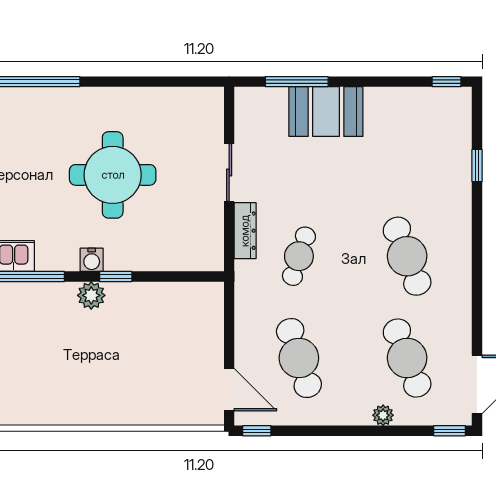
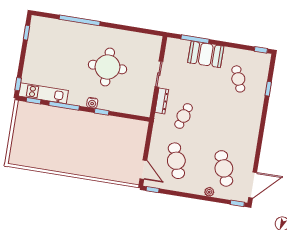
cafe table: (407, 256) -> (238, 79), moved, width x0.73, depth x0.74
plant: (91, 295) -> (90, 118), removed

